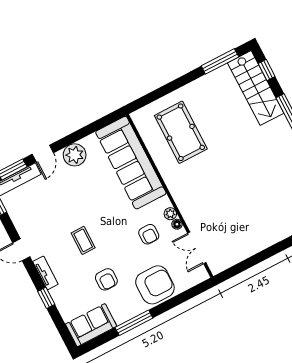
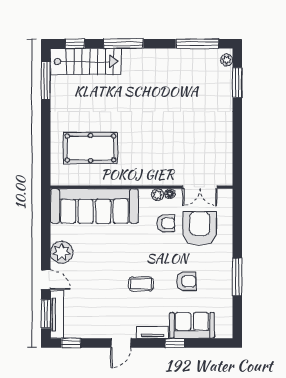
armchair: (155, 285) -> (200, 228), moved
sofa: (91, 325) -> (192, 325), moved, turned 90

